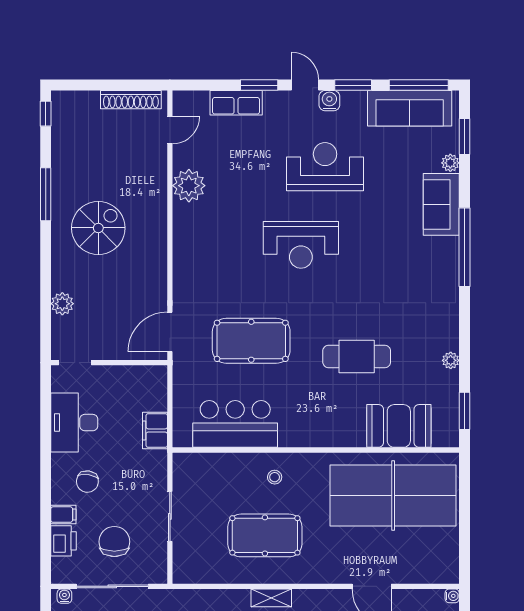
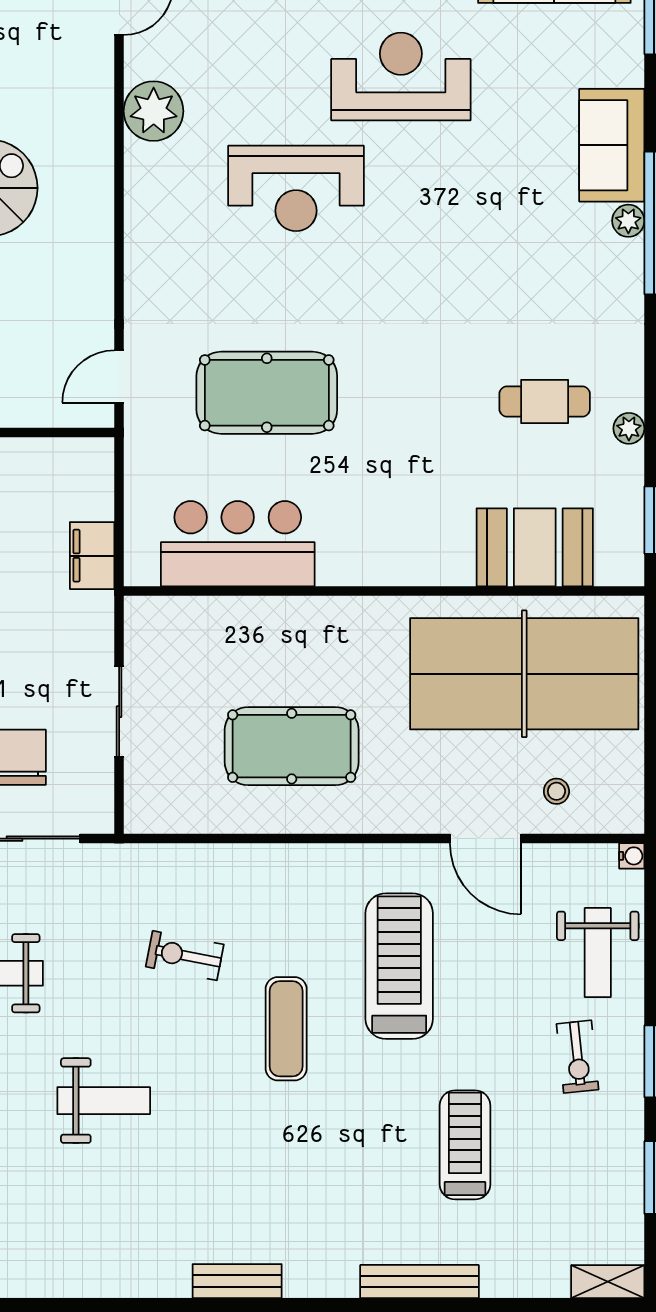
plant: (450, 163) -> (628, 221), moved
reception desk: (301, 245) -> (296, 188), moved
door: (170, 332) -> (119, 376), width x0.73
cafe table: (357, 356) -> (545, 401), moved, width x0.73, depth x0.74
stool: (275, 477) -> (556, 791), moved
shelving: (271, 598) -> (303, 860), removed

